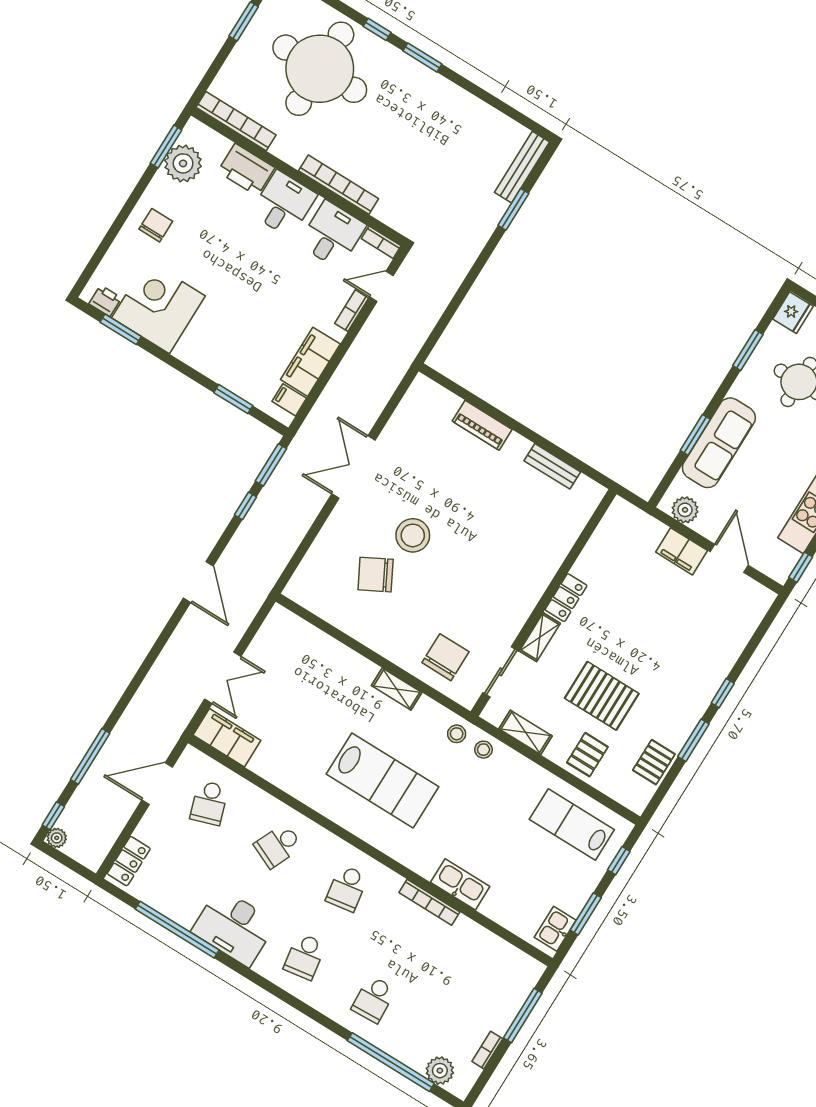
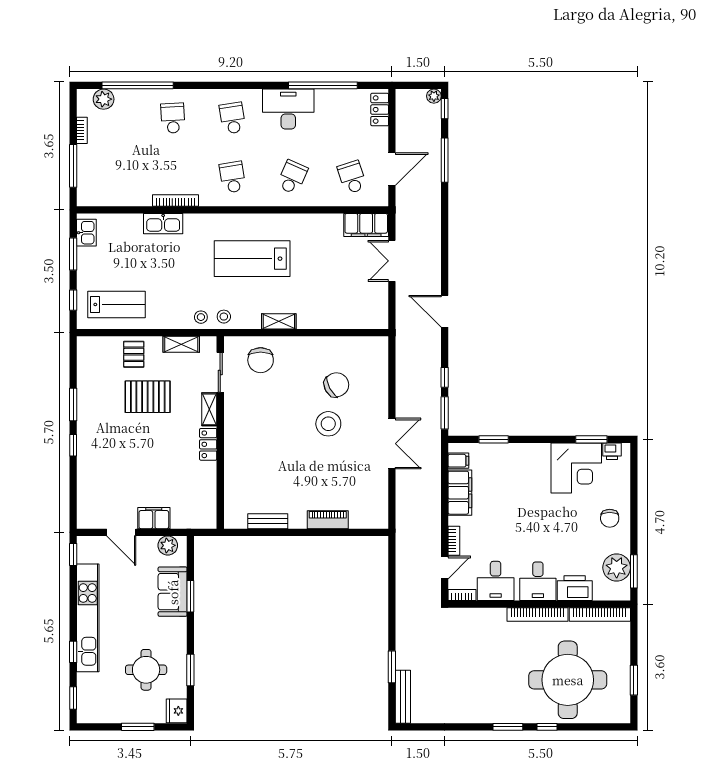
bookcase: (339, 185) -> (538, 615), moved
sofa: (719, 443) -> (173, 592), width x0.73
pallet: (654, 762) -> (89, 375), removed

